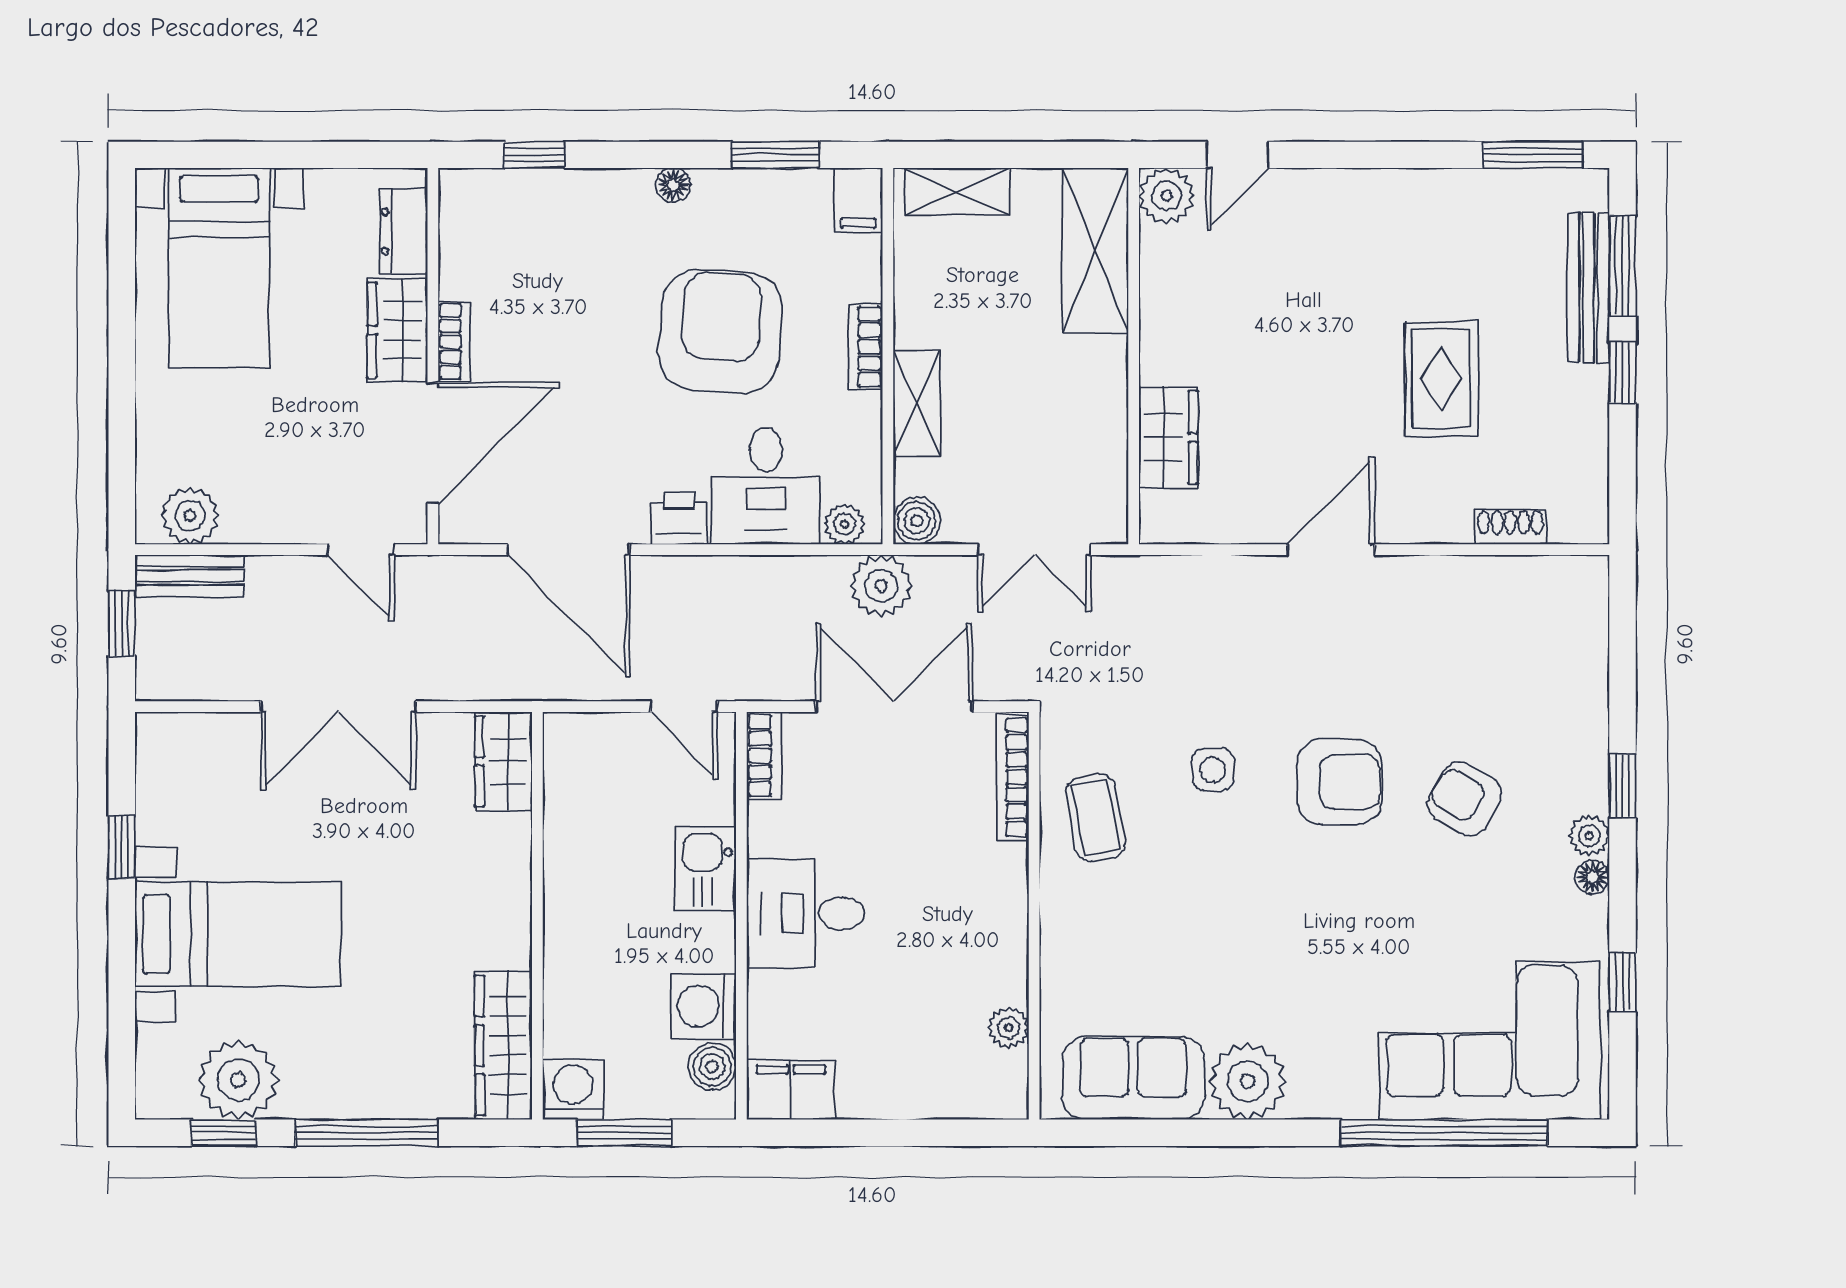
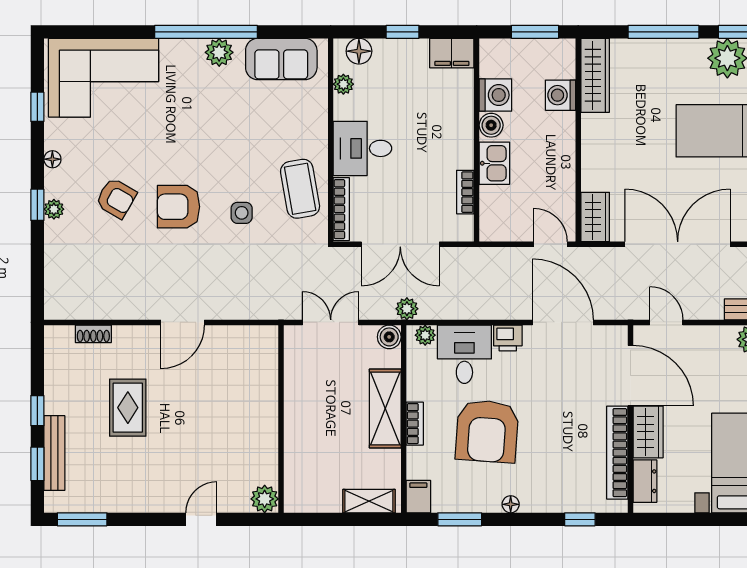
door: (1238, 155) -> (201, 519), moved
shelving: (1095, 250) -> (300, 472), removed
window: (1622, 266) -> (37, 464), width x0.67
bookcase: (454, 342) -> (617, 453), width x2.31, depth x1.31
shelving: (917, 403) -> (385, 409), width x1.50, depth x1.33
wardrobe: (1168, 437) -> (264, 378), removed
door: (433, 443) -> (630, 376), swing flipped
plant: (881, 586) -> (407, 309), width x0.73, depth x0.73
double door: (338, 707) -> (678, 244), width x1.36
door: (684, 707) -> (551, 244), moved
bookcase: (764, 755) -> (465, 192), moved
coffee table: (1096, 818) -> (300, 189), width x1.36, depth x1.30
plant: (1589, 836) -> (54, 209), moved
desk: (805, 913) -> (362, 148), moved, turned 180
boiler: (712, 1067) -> (491, 125), moved
plant: (1248, 1081) -> (219, 52), width x0.73, depth x0.73
washing machine: (573, 1089) -> (561, 95), moved, turned 90
floor lamp: (977, 1094) -> (359, 51), added
window: (890, 1133) -> (403, 32), added
window: (1444, 1133) -> (206, 32), moved

